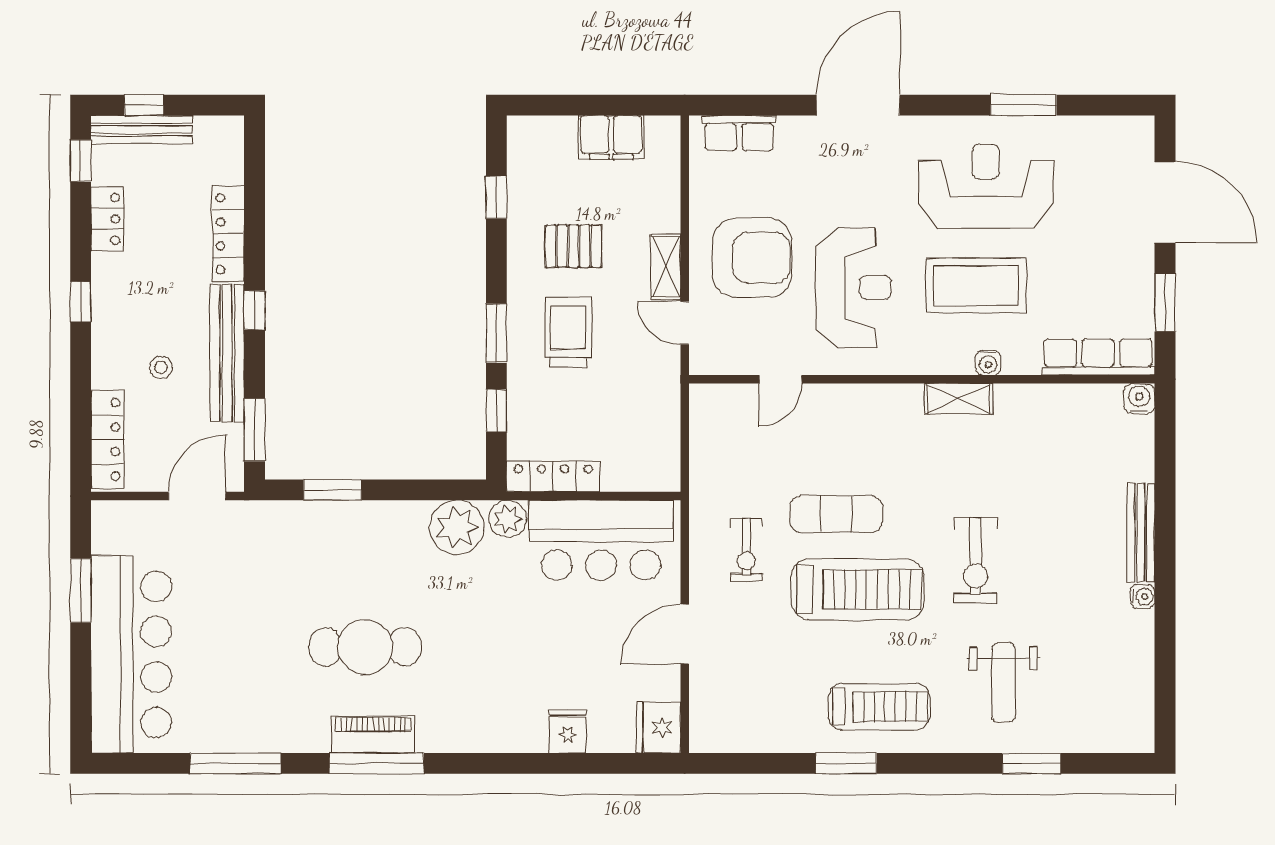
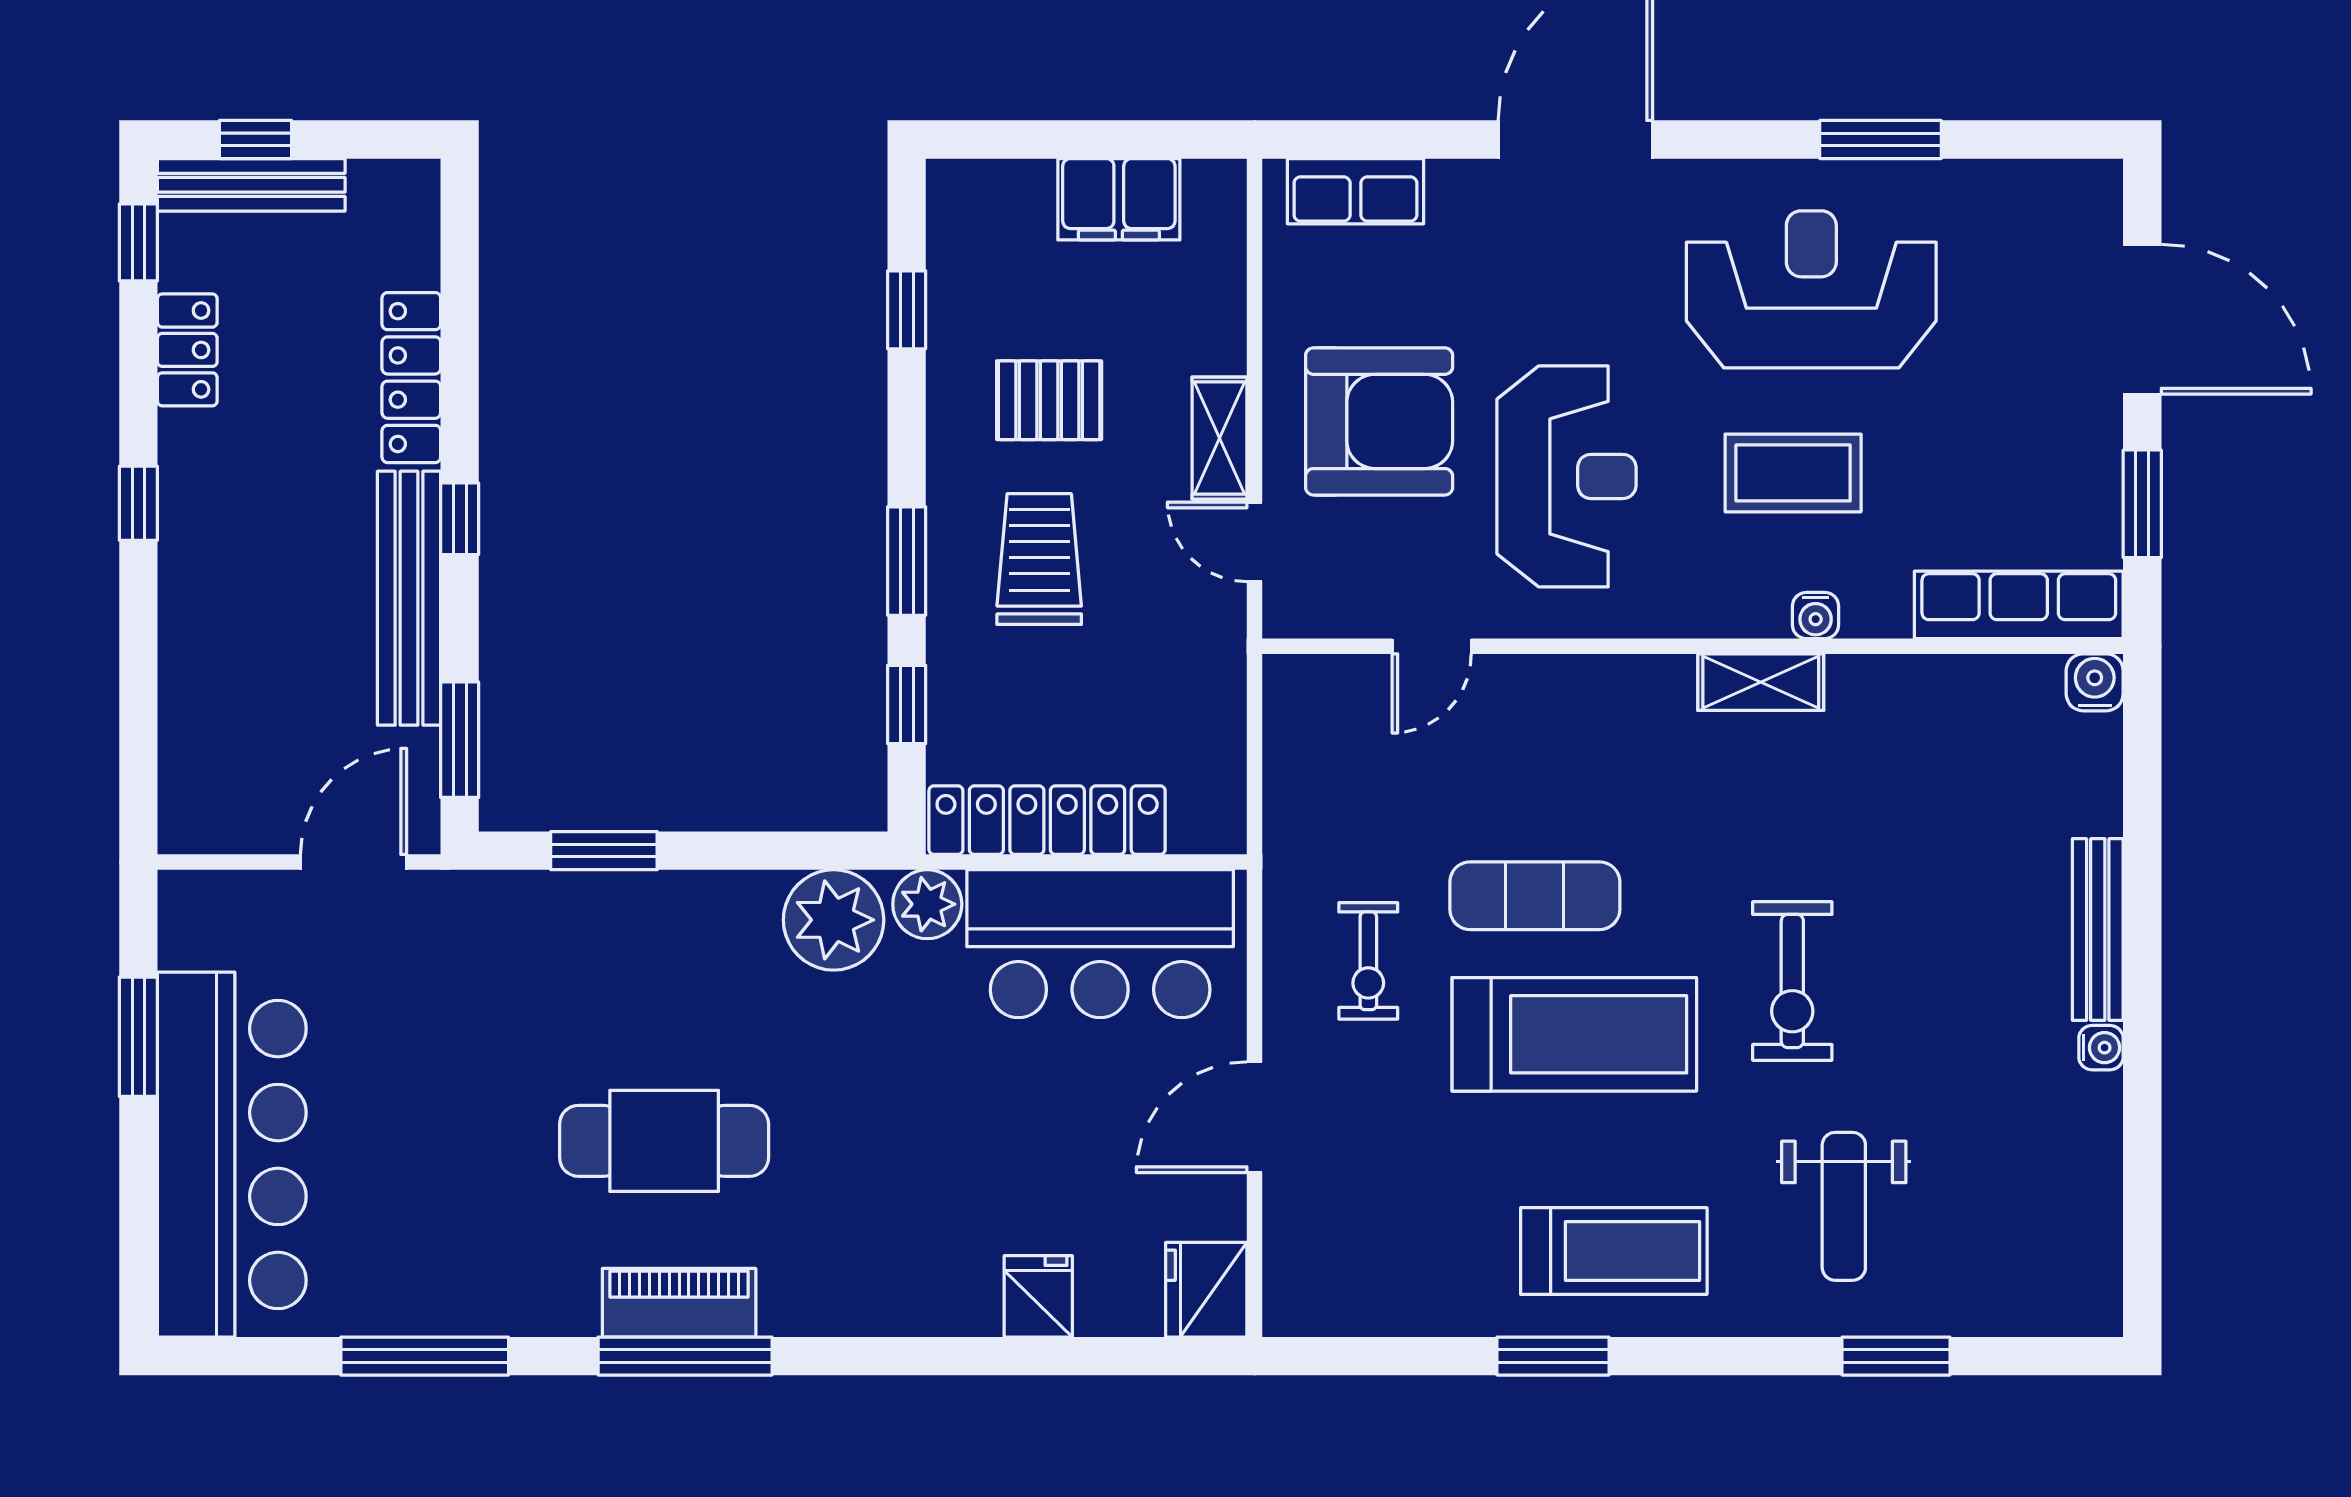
coffee table: (976, 285) -> (1793, 473), width x0.73, depth x0.76
stool: (161, 367) -> (287, 624), removed
locker: (107, 439) -> (187, 757), removed
locker: (553, 477) -> (1047, 820), width x1.41, depth x1.21

